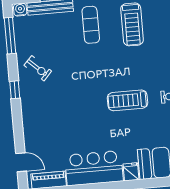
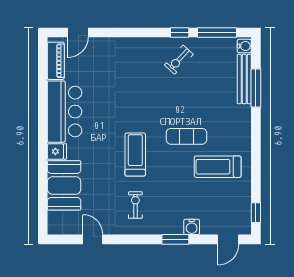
exercise mat: (91, 25) -> (186, 136), moved
window: (15, 90) -> (180, 33), moved

